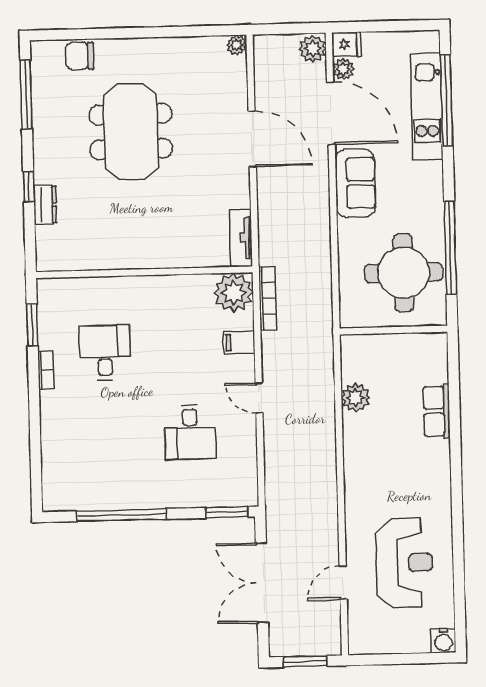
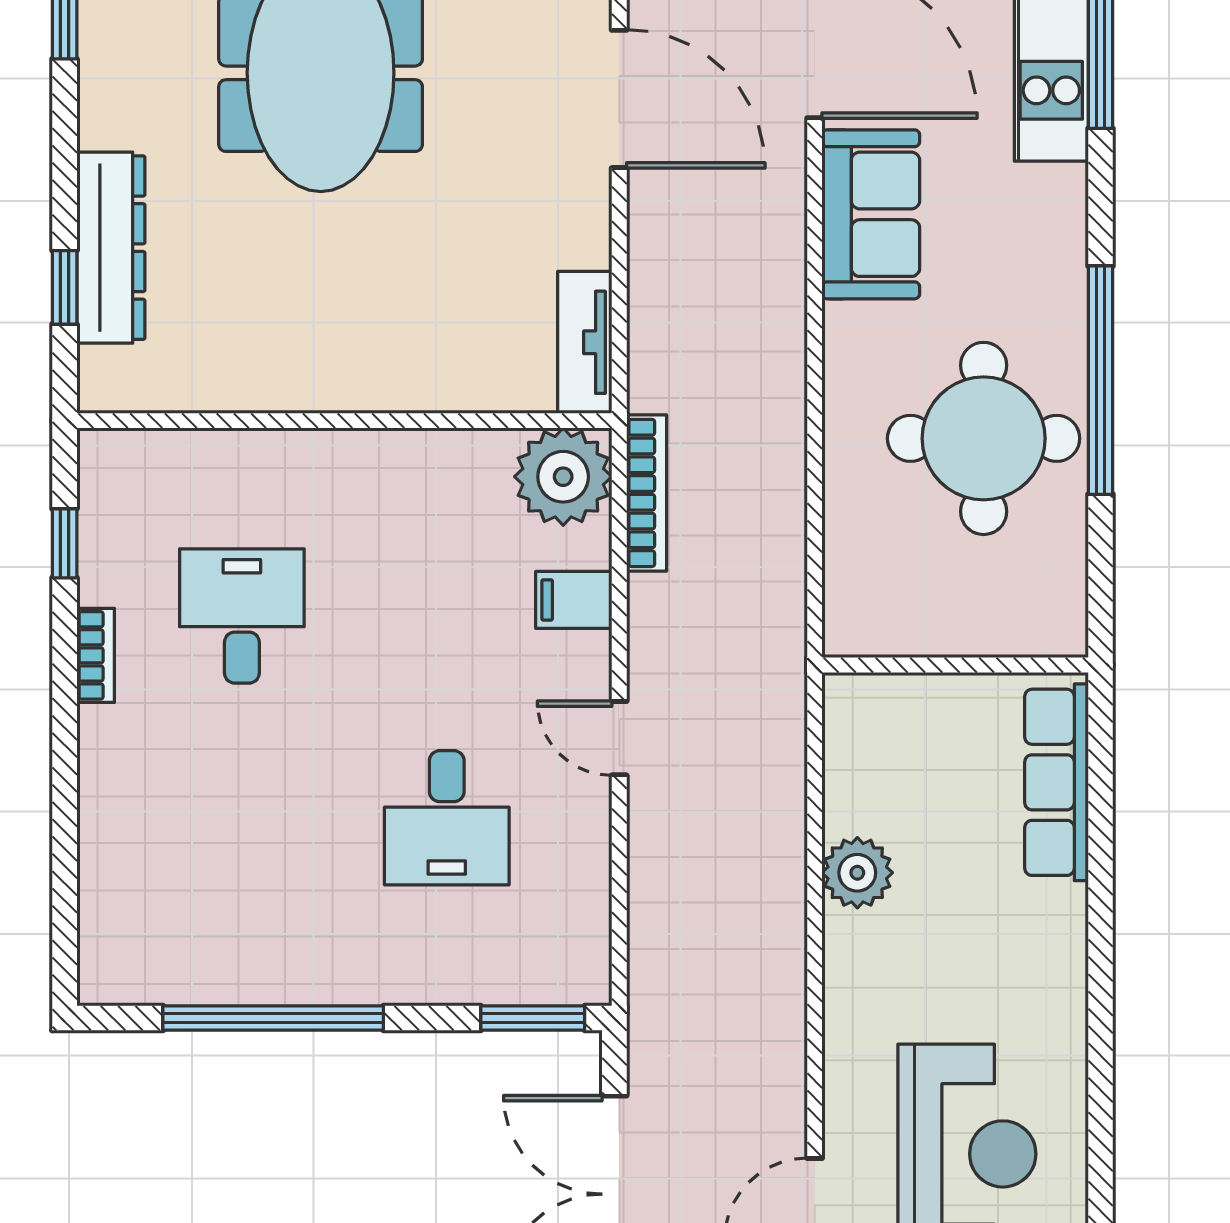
window: (29, 187) -> (65, 287), moved
dresser: (45, 205) -> (111, 248), width x1.96, depth x1.24
window: (32, 325) -> (65, 543), width x0.67
wall: (393, 330) -> (955, 665), moved
plant: (356, 398) -> (857, 873), moved
row of seats: (437, 411) -> (1056, 782), width x1.48

